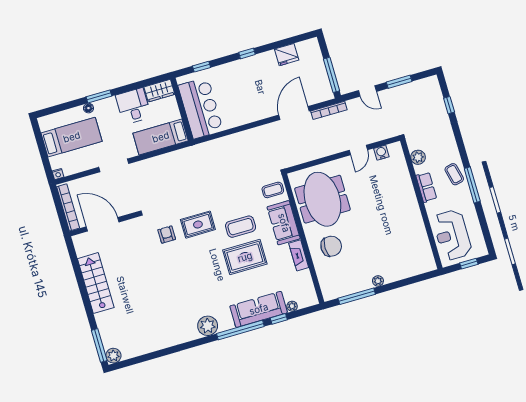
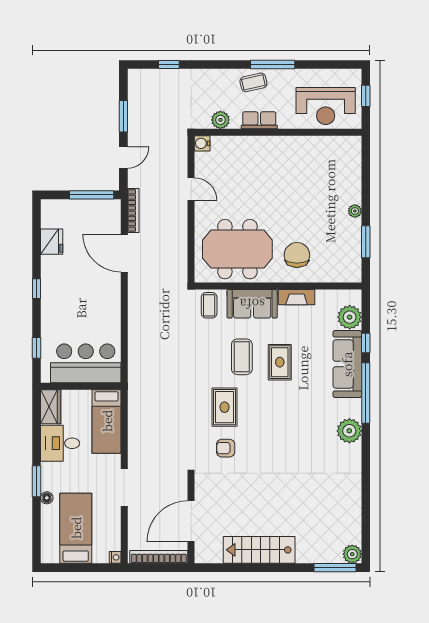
water cooler: (381, 153) -> (202, 143), moved
rug: (245, 257) -> (280, 362), width x0.73, depth x0.70
window: (357, 296) -> (366, 242), width x0.69
plant: (292, 306) -> (350, 317), width x1.88, depth x1.88

